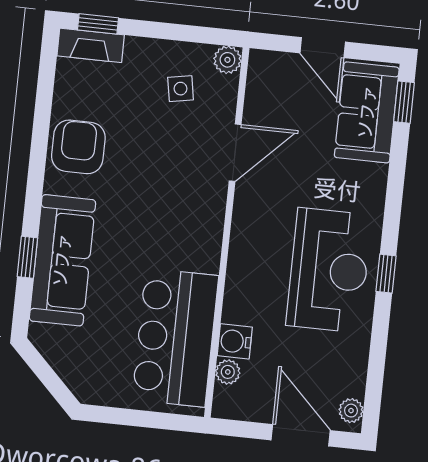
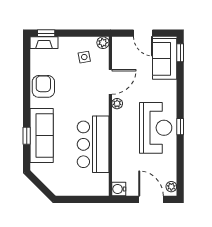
bar counter: (175, 338) -> (93, 144), moved
water cooler: (235, 341) -> (119, 189), moved
plant: (228, 372) -> (117, 104), moved

